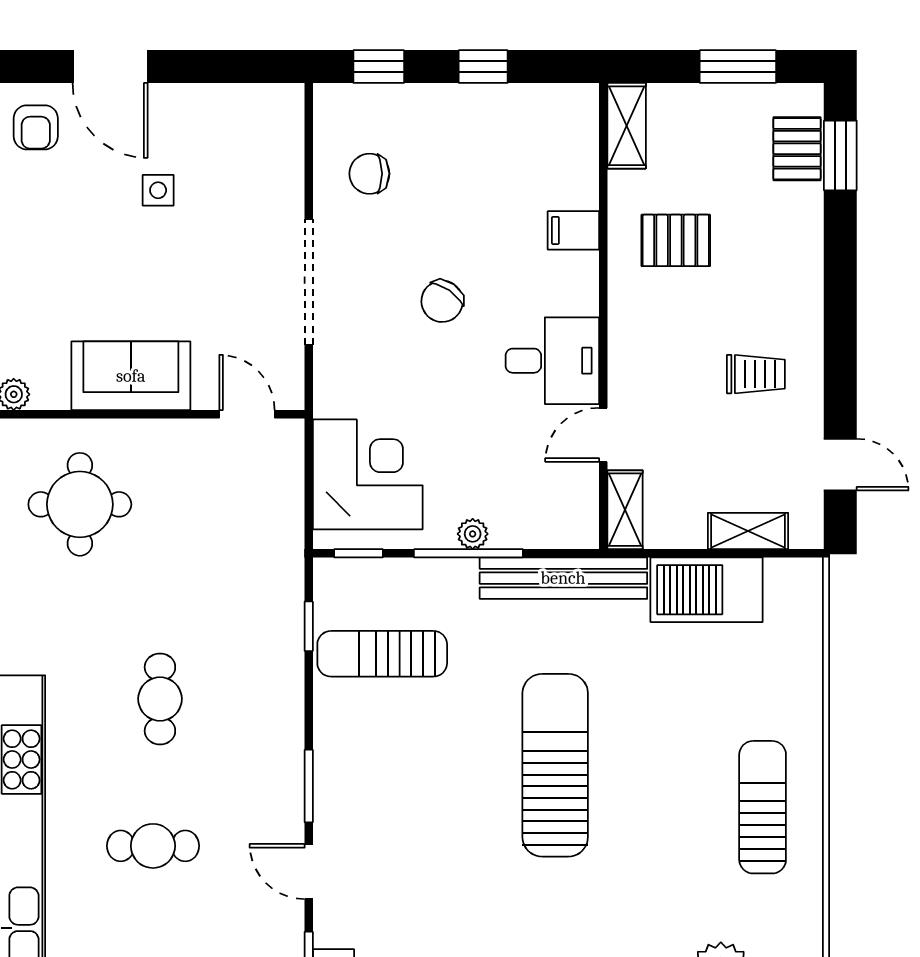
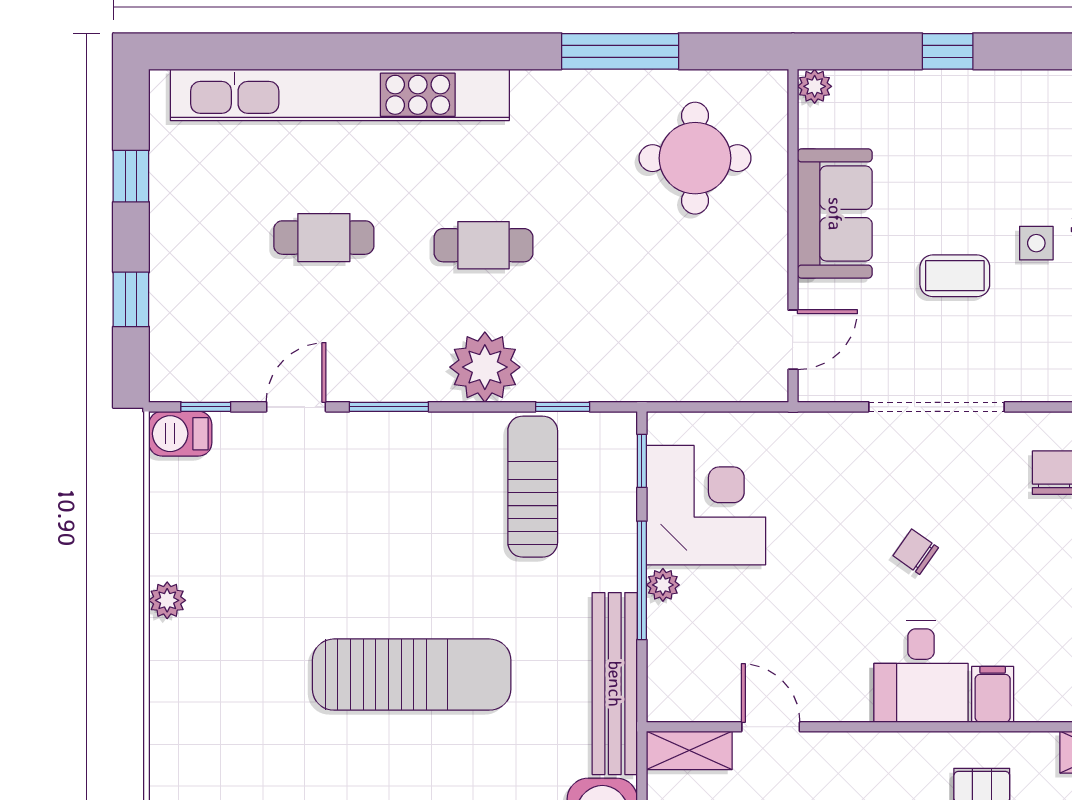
coffee table: (188, 265) -> (955, 276), added
chair: (442, 301) -> (916, 552), width x0.73, depth x0.73
desk: (552, 361) -> (921, 671), moved
corner desk: (368, 474) -> (706, 505), moved, turned -90
plant: (272, 698) -> (485, 367), added
cafe table: (153, 846) -> (324, 238), turned 90

